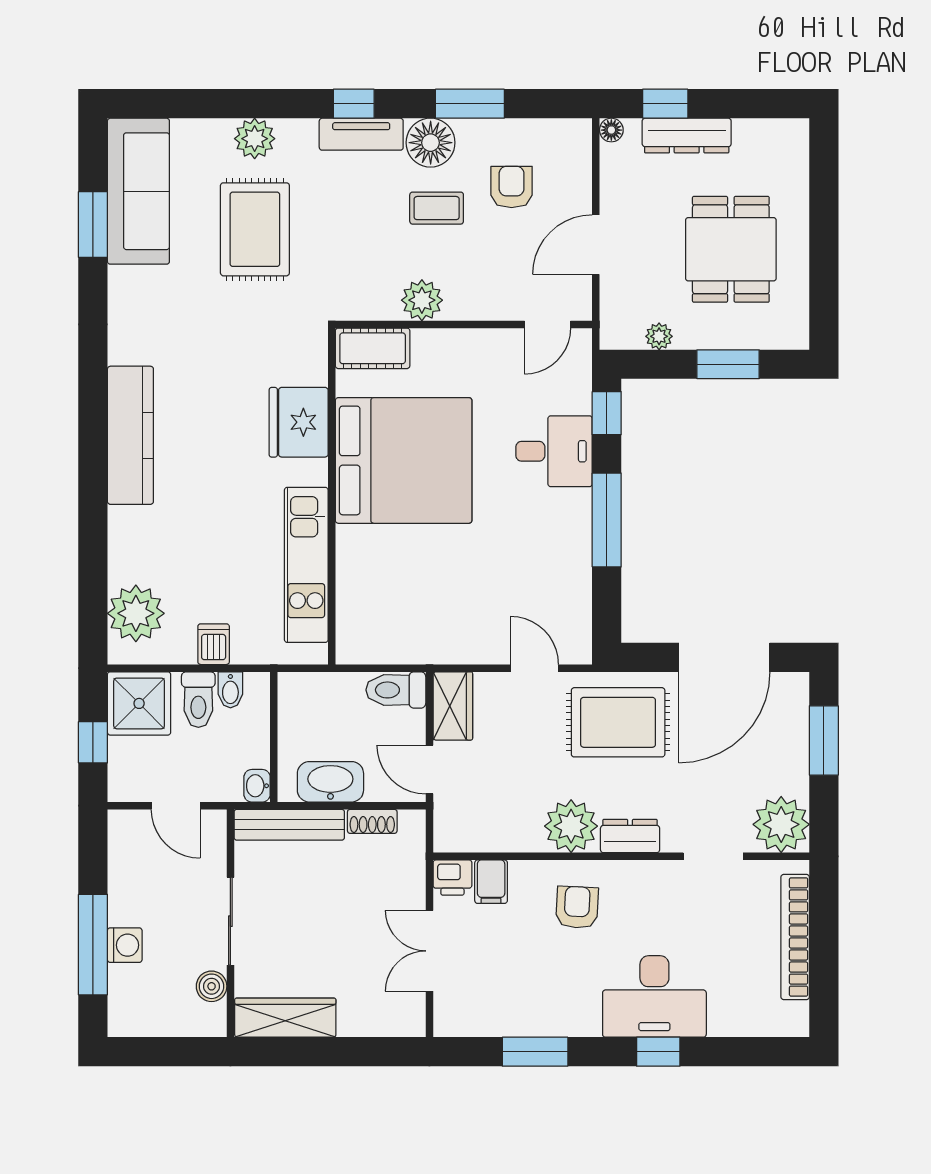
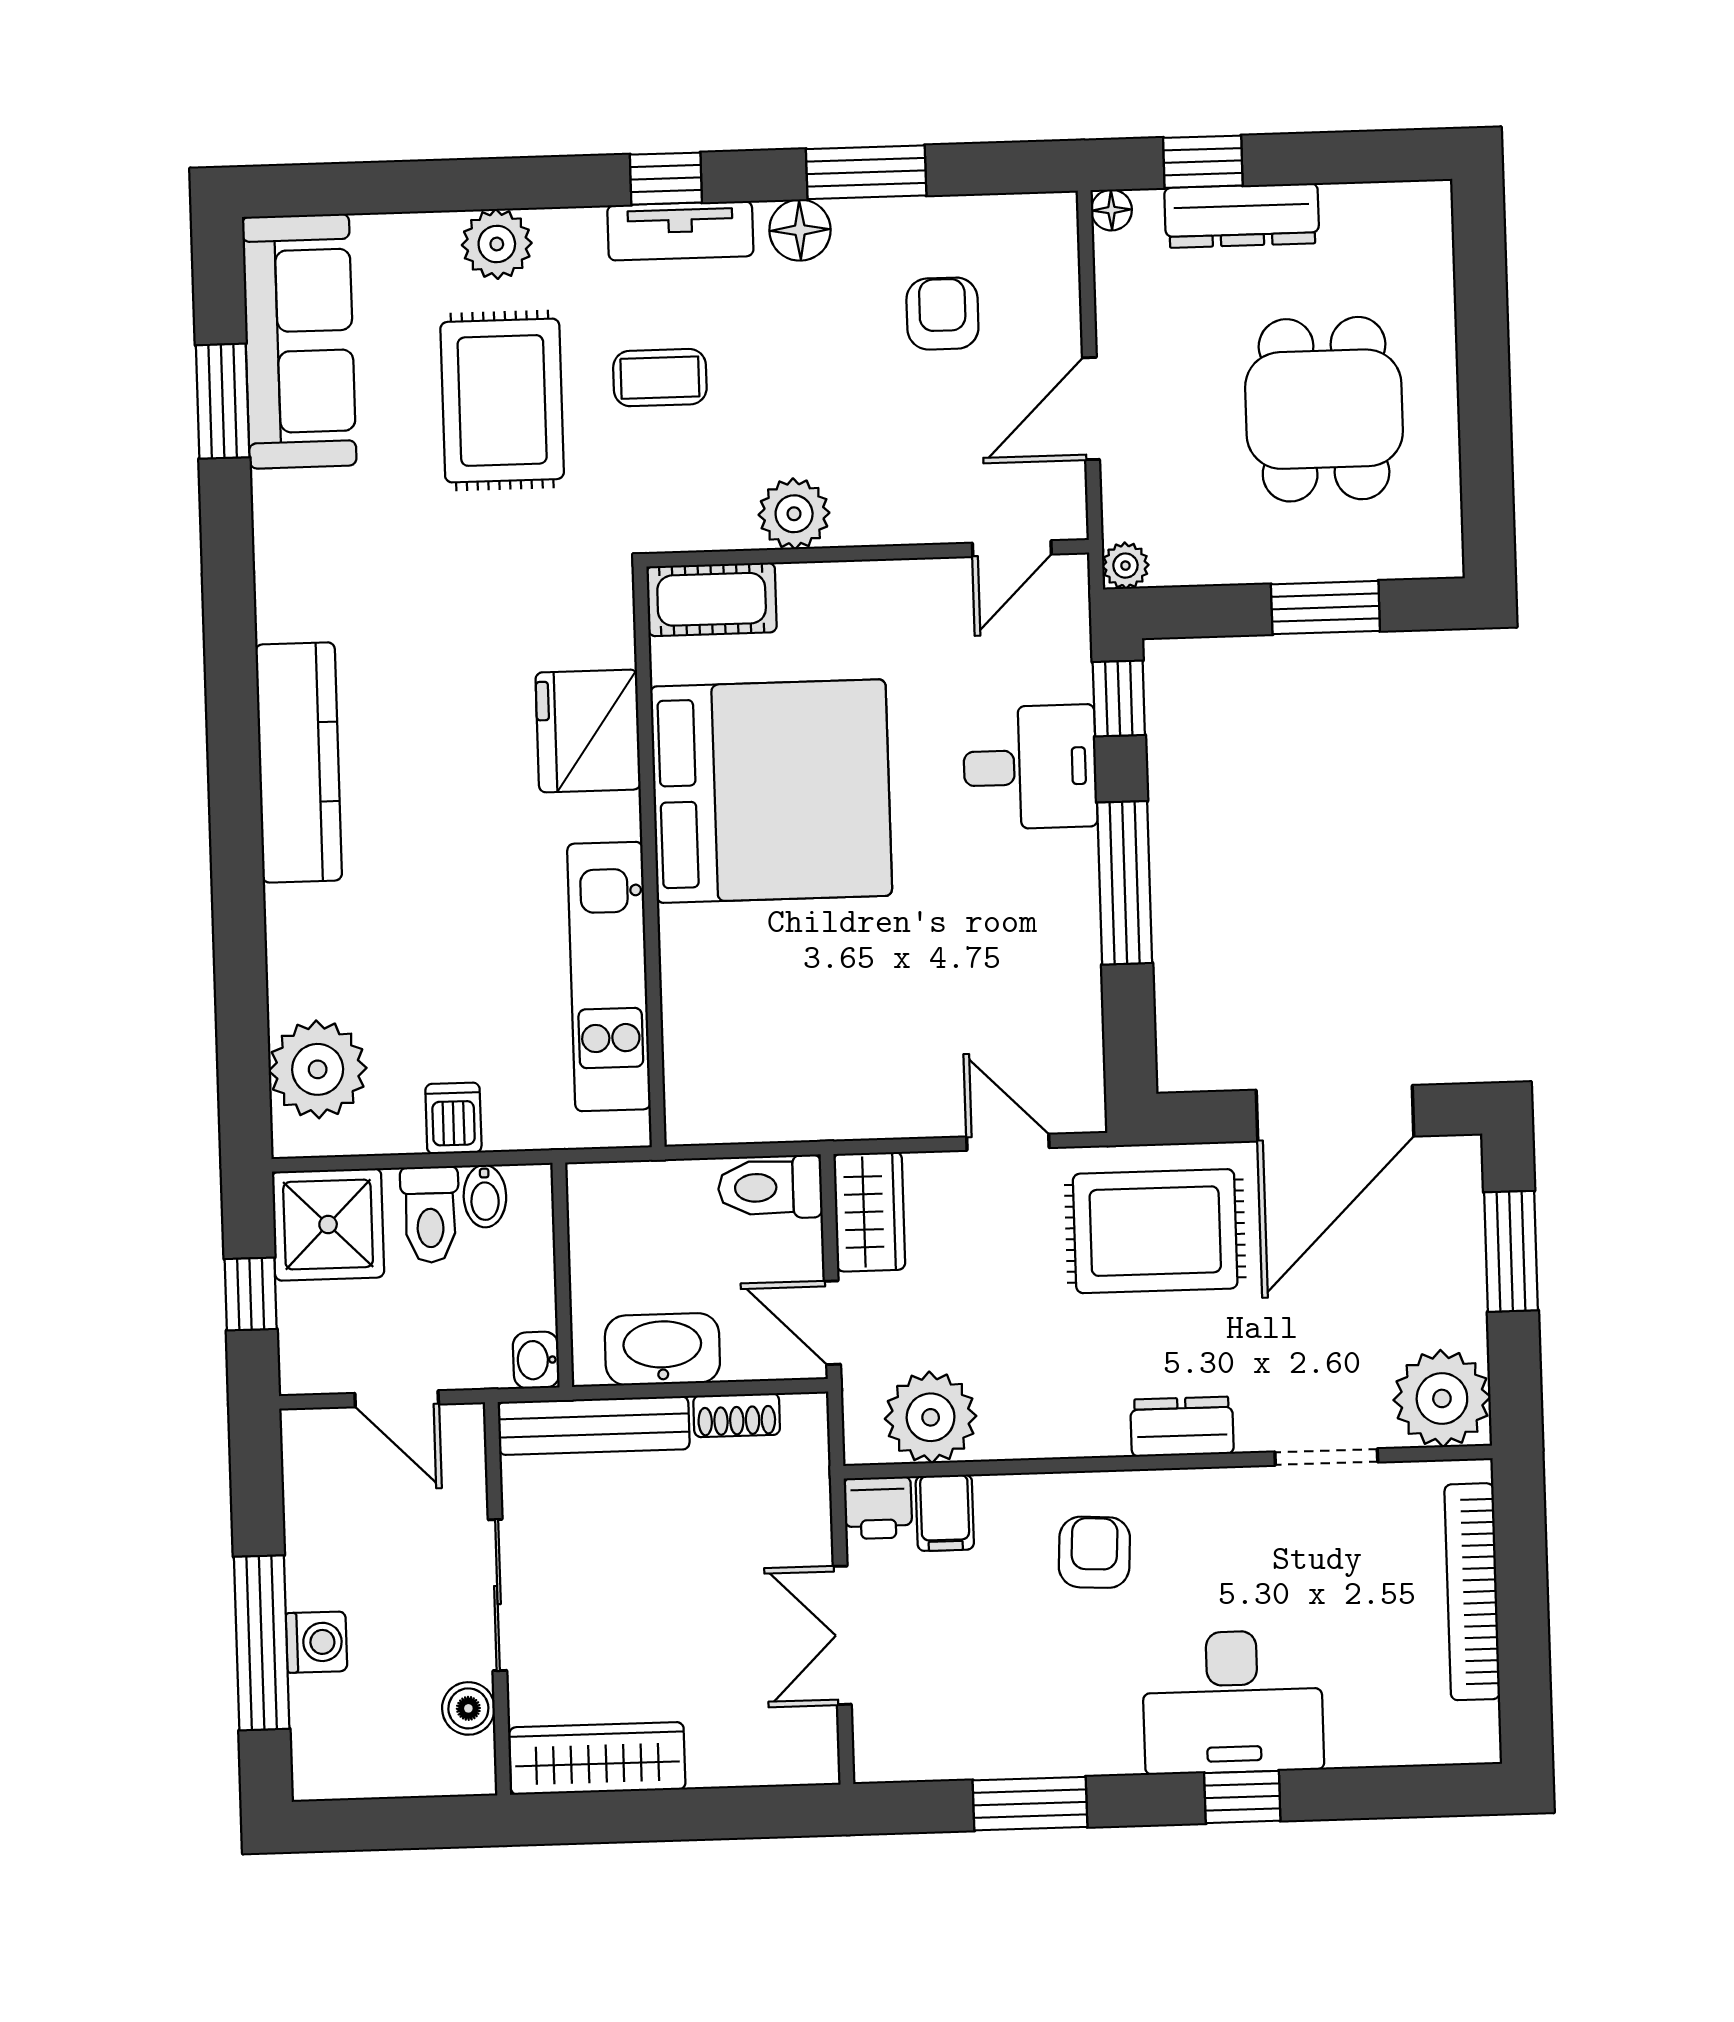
floor lamp: (431, 143) -> (800, 230), width x0.73, depth x0.73
coffee table: (437, 208) -> (660, 378), moved
plant: (659, 336) -> (1125, 566), moved
plant: (571, 826) -> (931, 1417), moved

